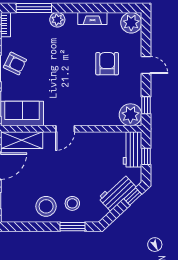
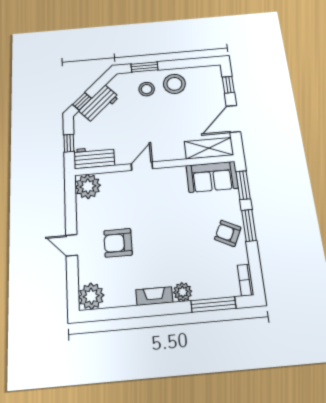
fireplace: (92, 18) -> (154, 296), moved
armchair: (107, 64) -> (118, 243), turned 90
window: (146, 105) -> (70, 198), removed
door: (65, 129) -> (142, 166), moved
workbench: (132, 149) -> (94, 157), moved, turned -90

